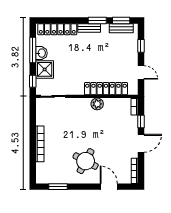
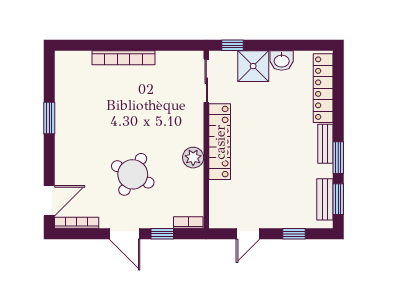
window: (33, 50) -> (287, 45), removed
locker: (106, 89) -> (220, 142), moved
round table: (86, 161) -> (133, 174), moved
window: (58, 187) -> (49, 118), moved
door: (109, 187) -> (49, 201), moved

